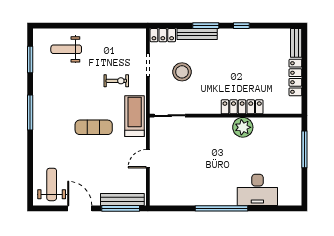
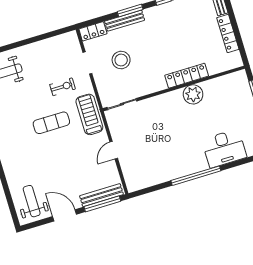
exercise mat: (94, 127) -> (51, 123), moved

